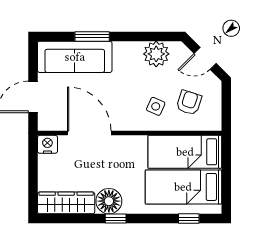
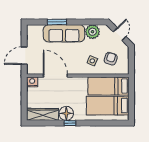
sofa: (75, 57) -> (64, 33), moved
door: (205, 58) -> (120, 34), swing flipped
window: (189, 219) -> (111, 123), removed

